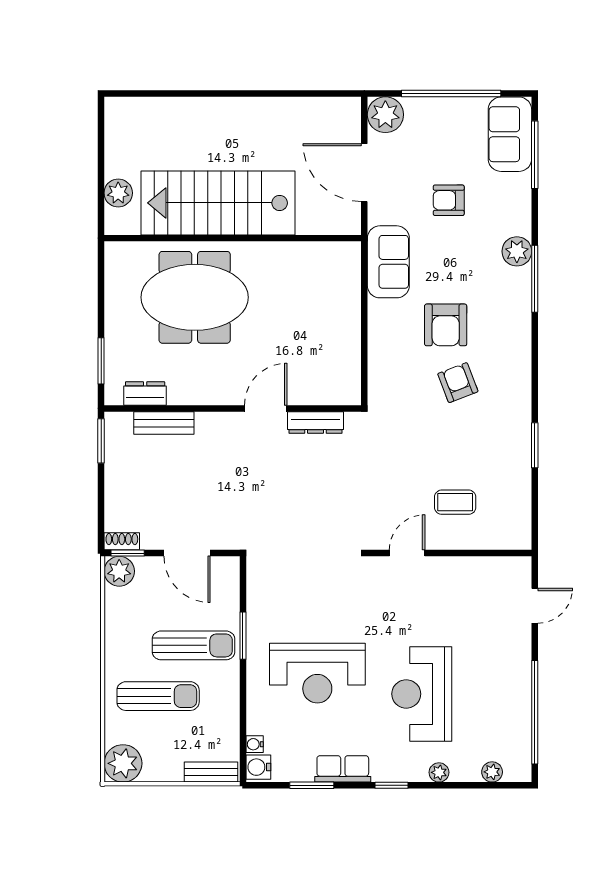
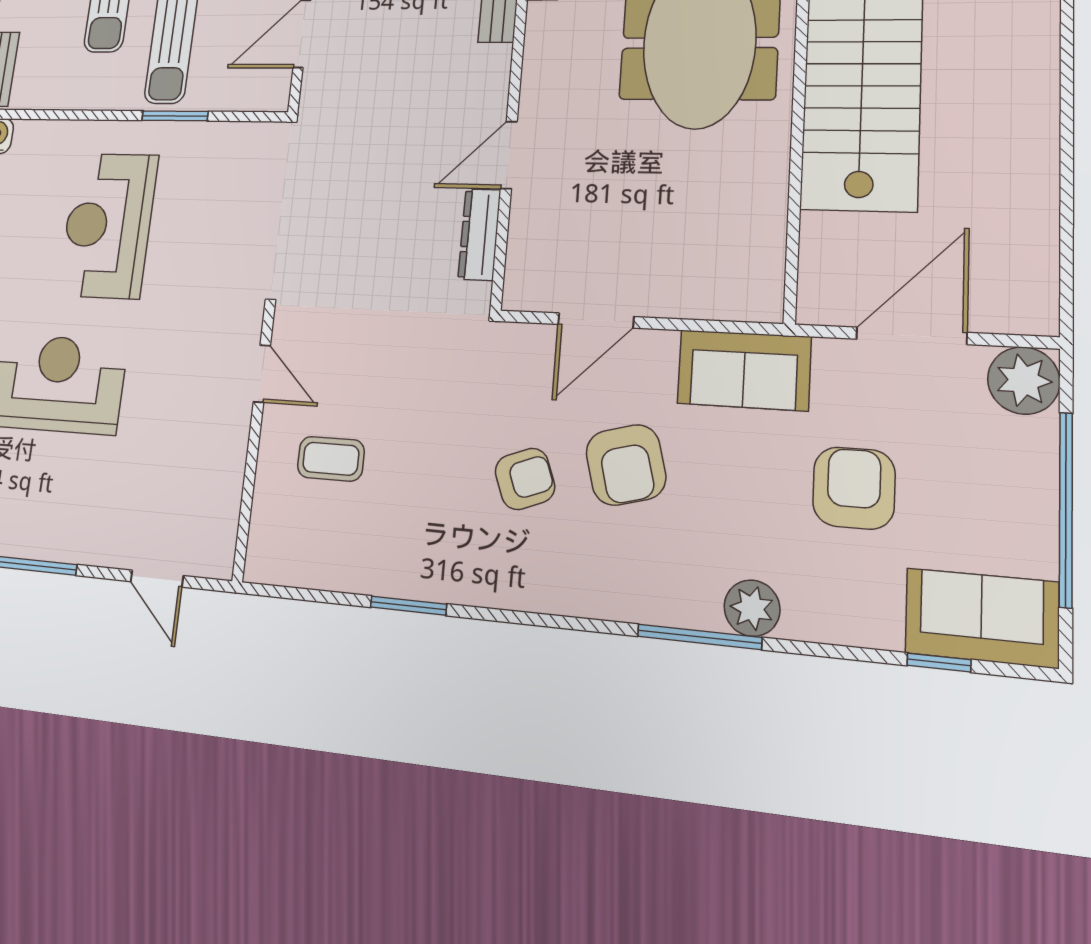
window: (535, 155) -> (939, 663), width x0.46
armchair: (449, 200) -> (854, 488), width x1.38, depth x1.38
armchair: (446, 325) -> (626, 465), turned -105
door: (364, 348) -> (596, 321), added
door: (266, 408) -> (509, 155), swing flipped
coffee table: (455, 502) -> (331, 459), turned 90
water cooler: (255, 744) -> (27, 131), removed

